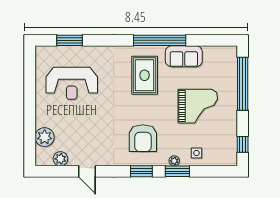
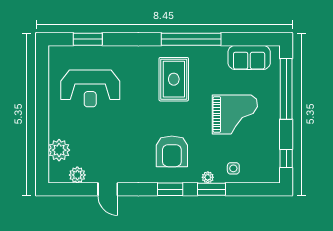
sofa: (184, 56) -> (249, 57), moved

